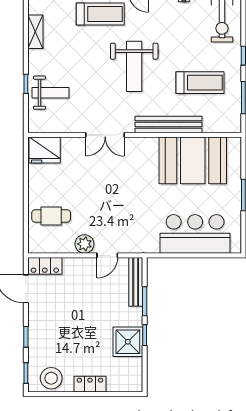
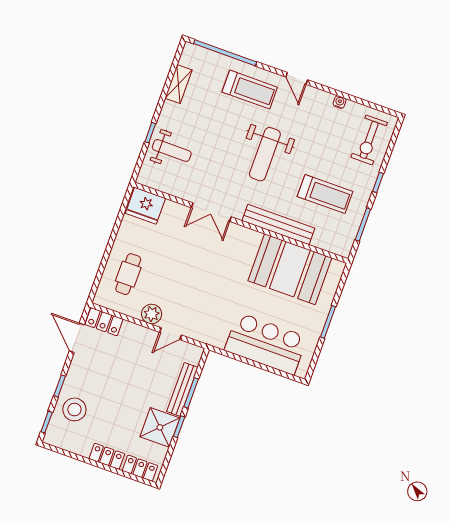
cafe table: (51, 216) -> (128, 274), turned 90
bench: (136, 282) -> (182, 390), moved
stool: (51, 378) -> (74, 409), moved
locker: (123, 384) -> (140, 468), added

